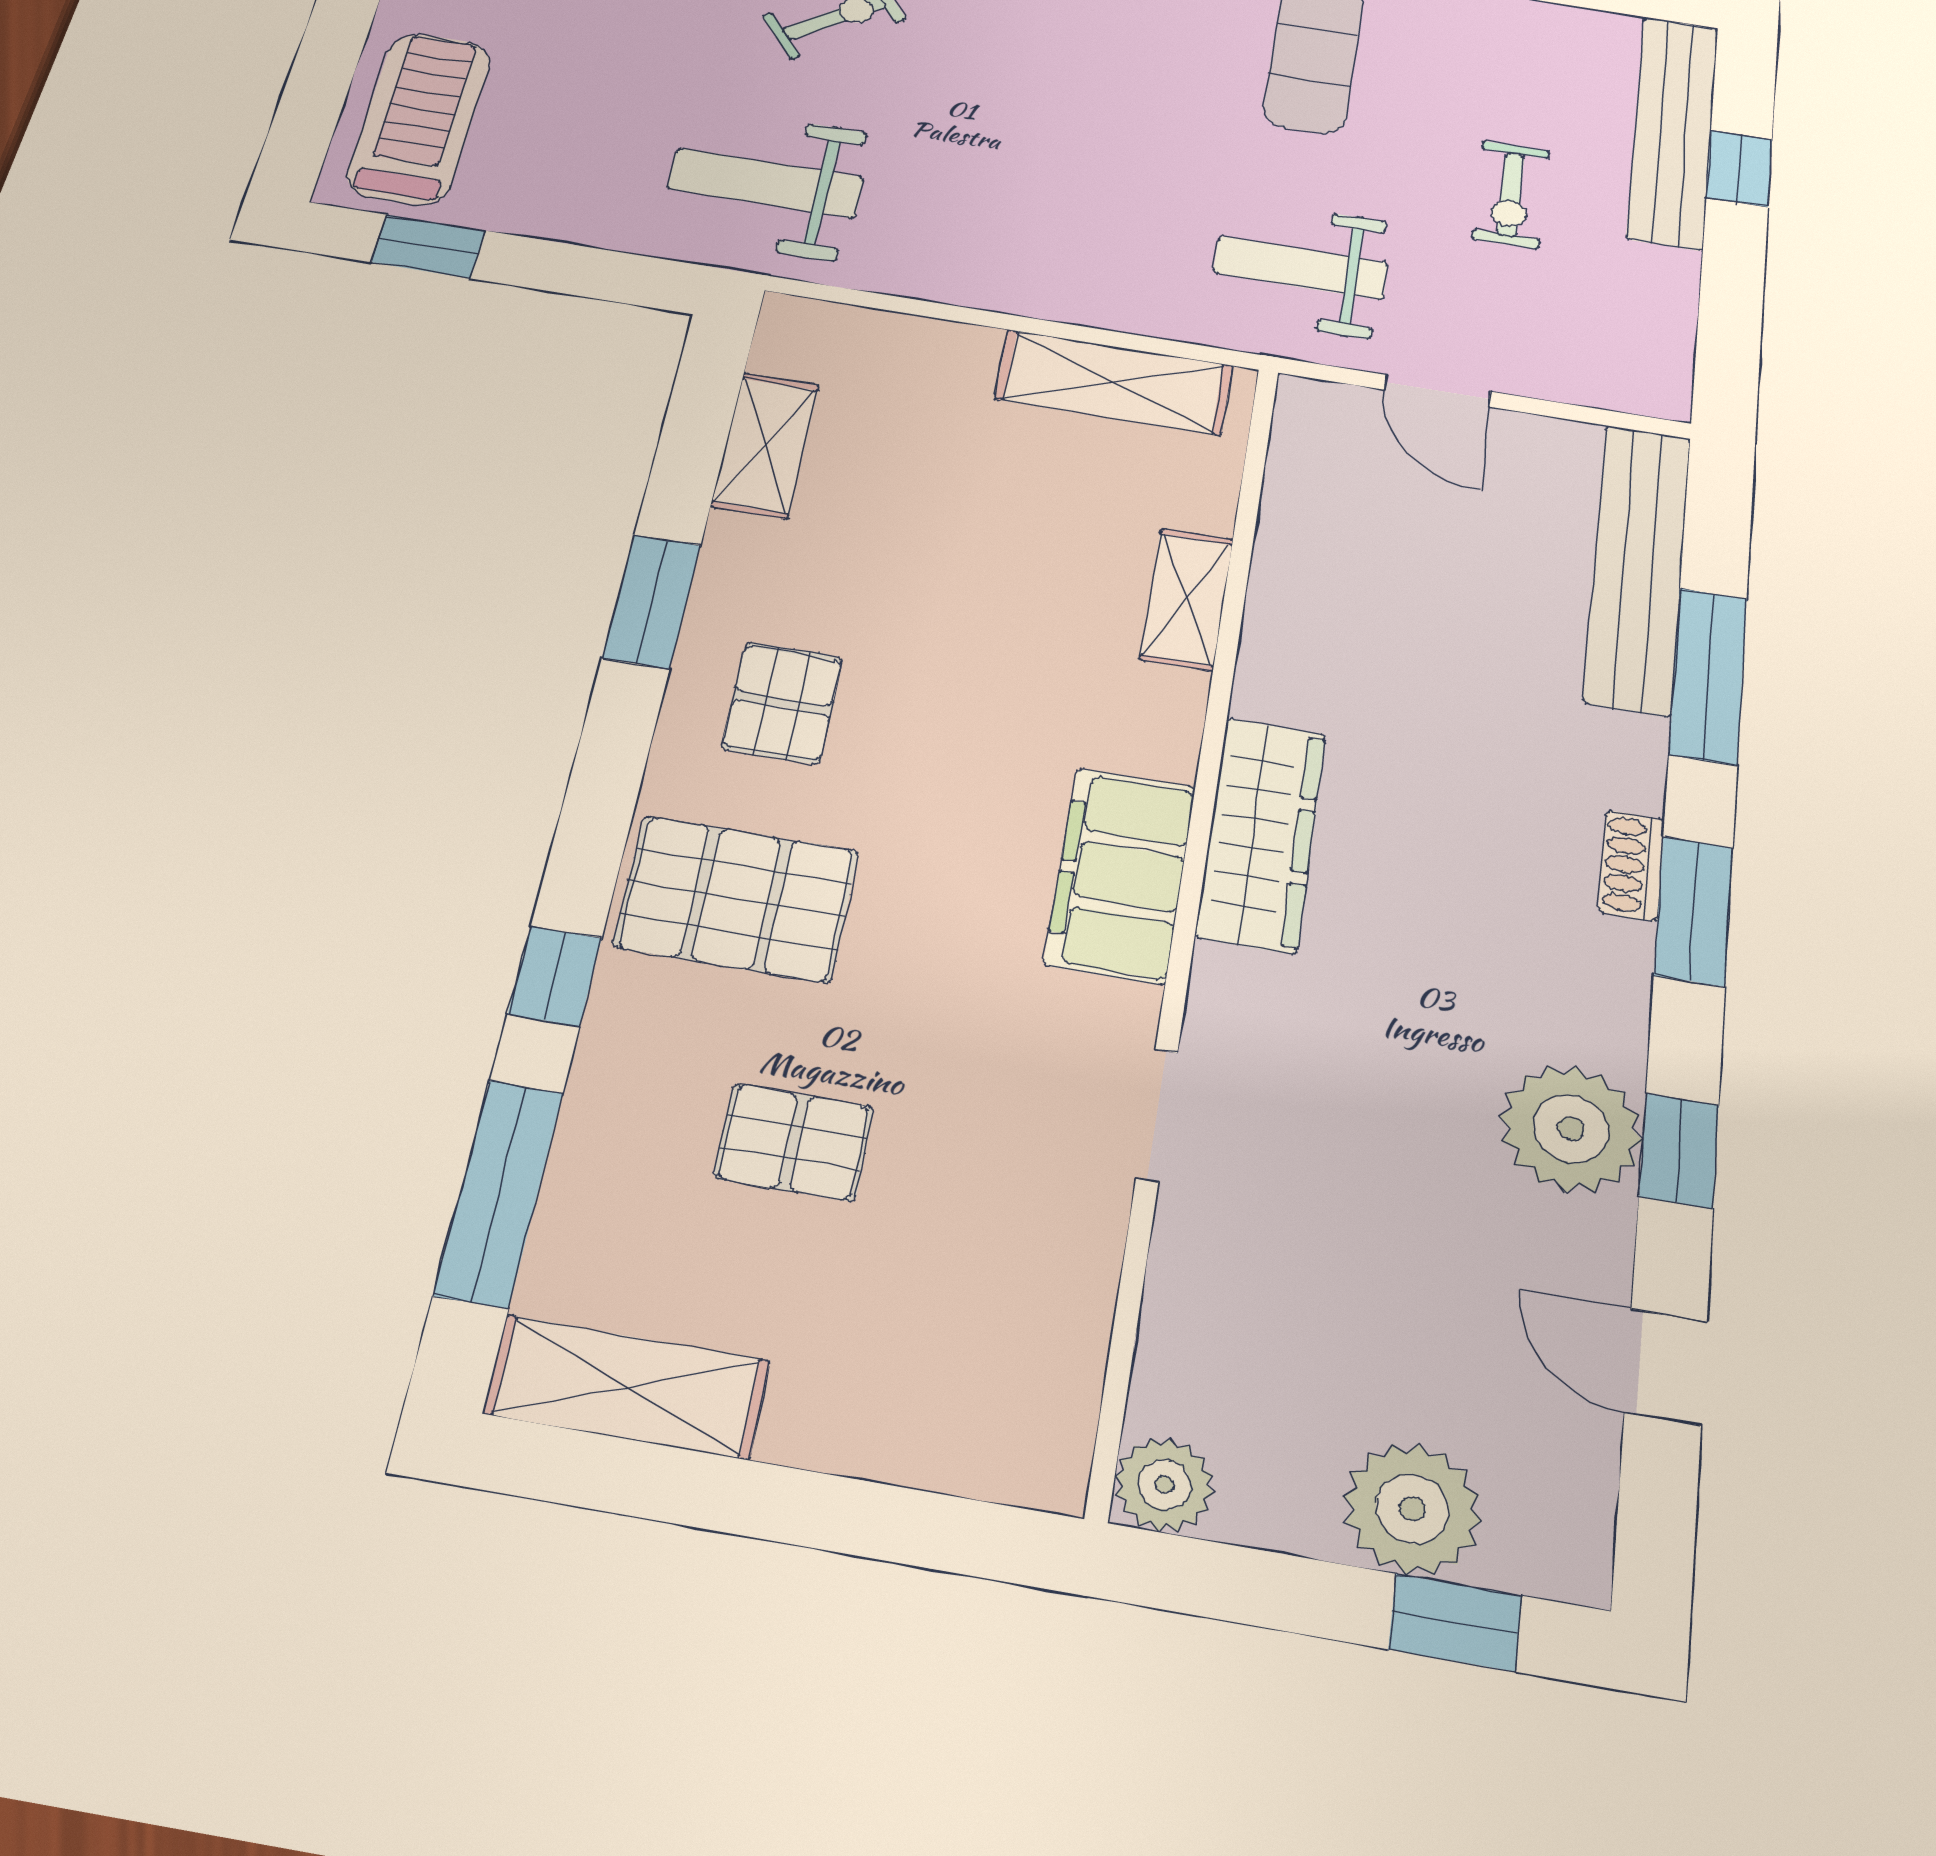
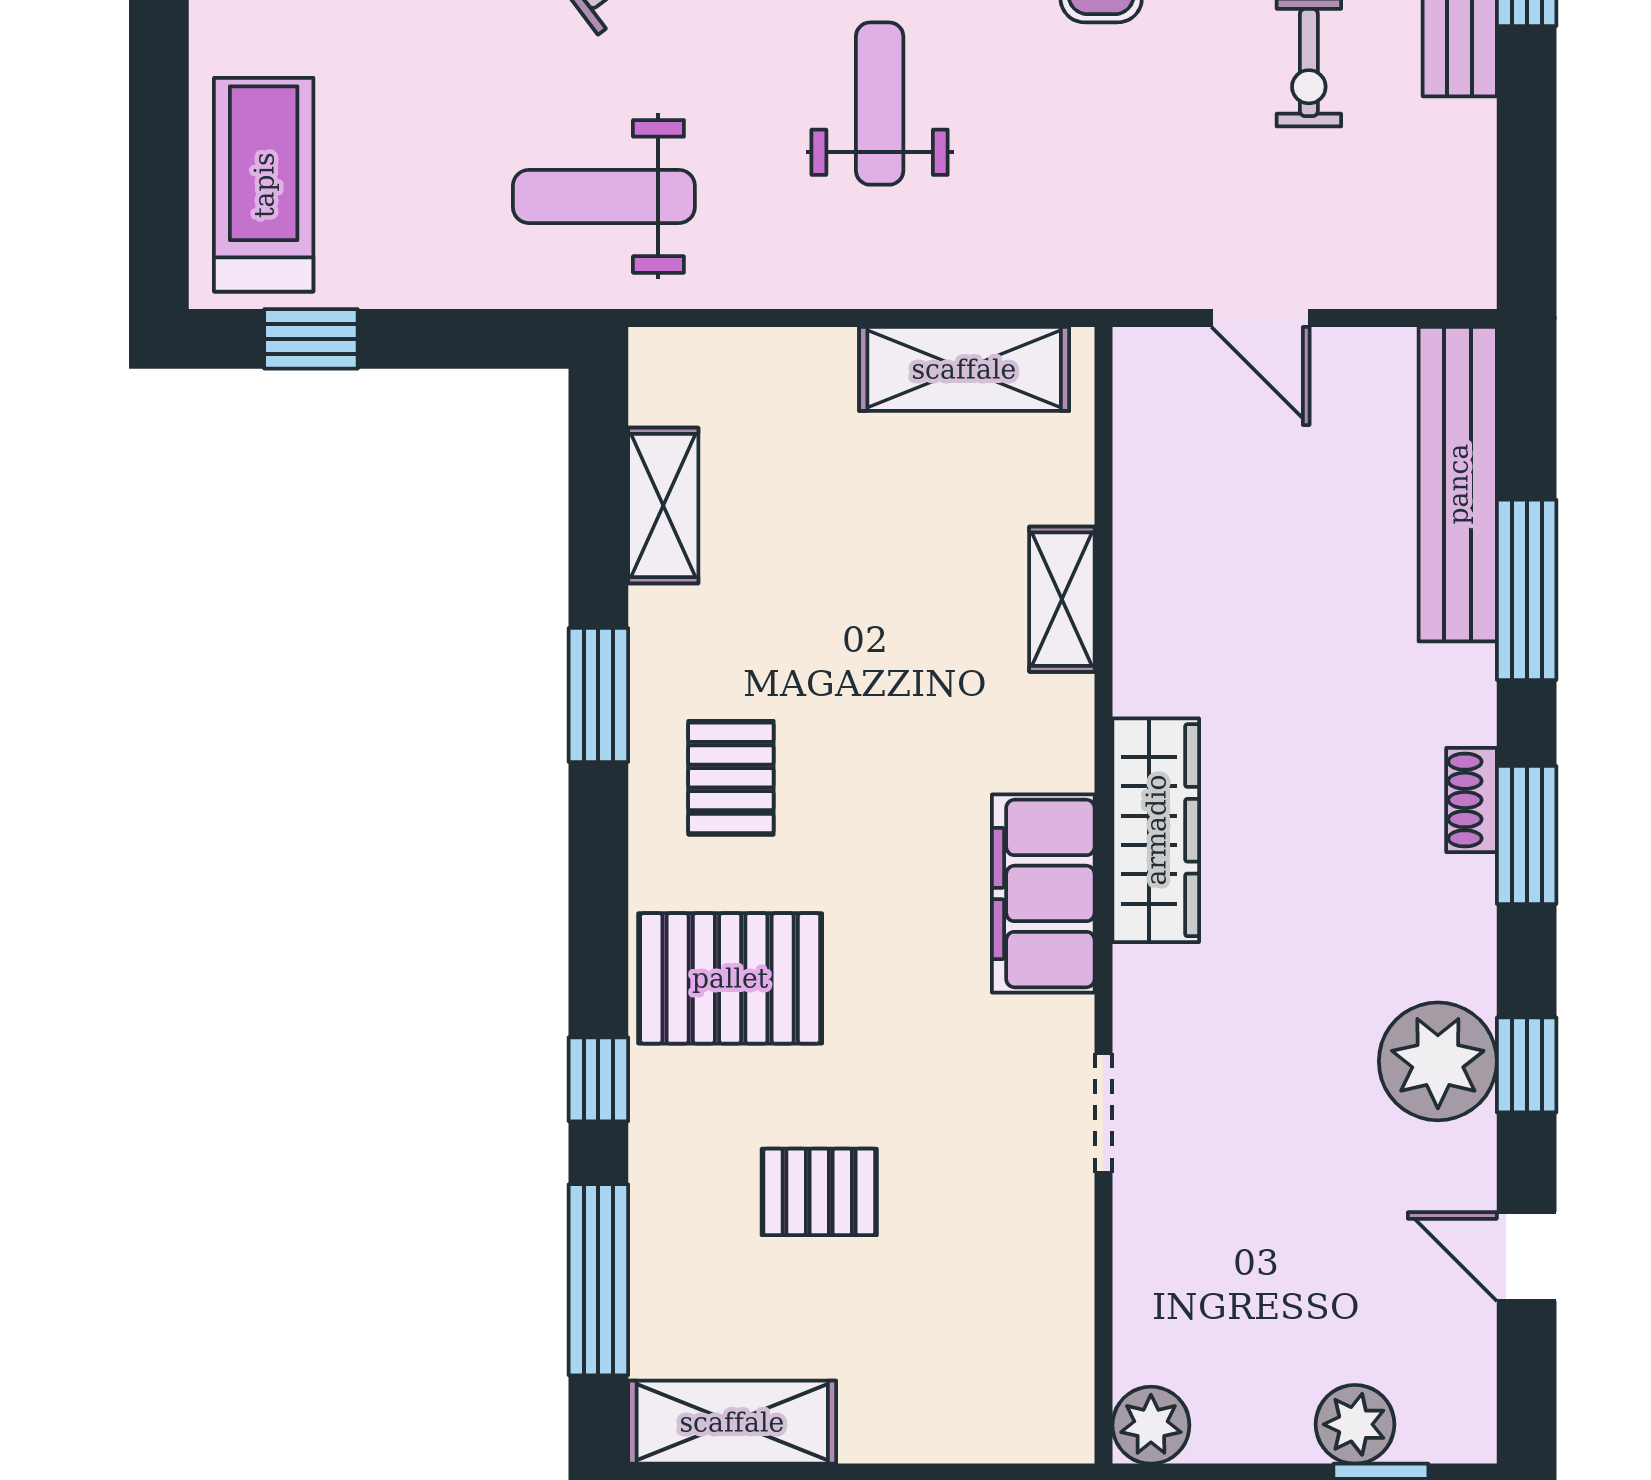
weight bench: (1301, 268) -> (880, 104), moved, turned 90
plant: (1413, 1509) -> (1355, 1424), width x0.73, depth x0.73

